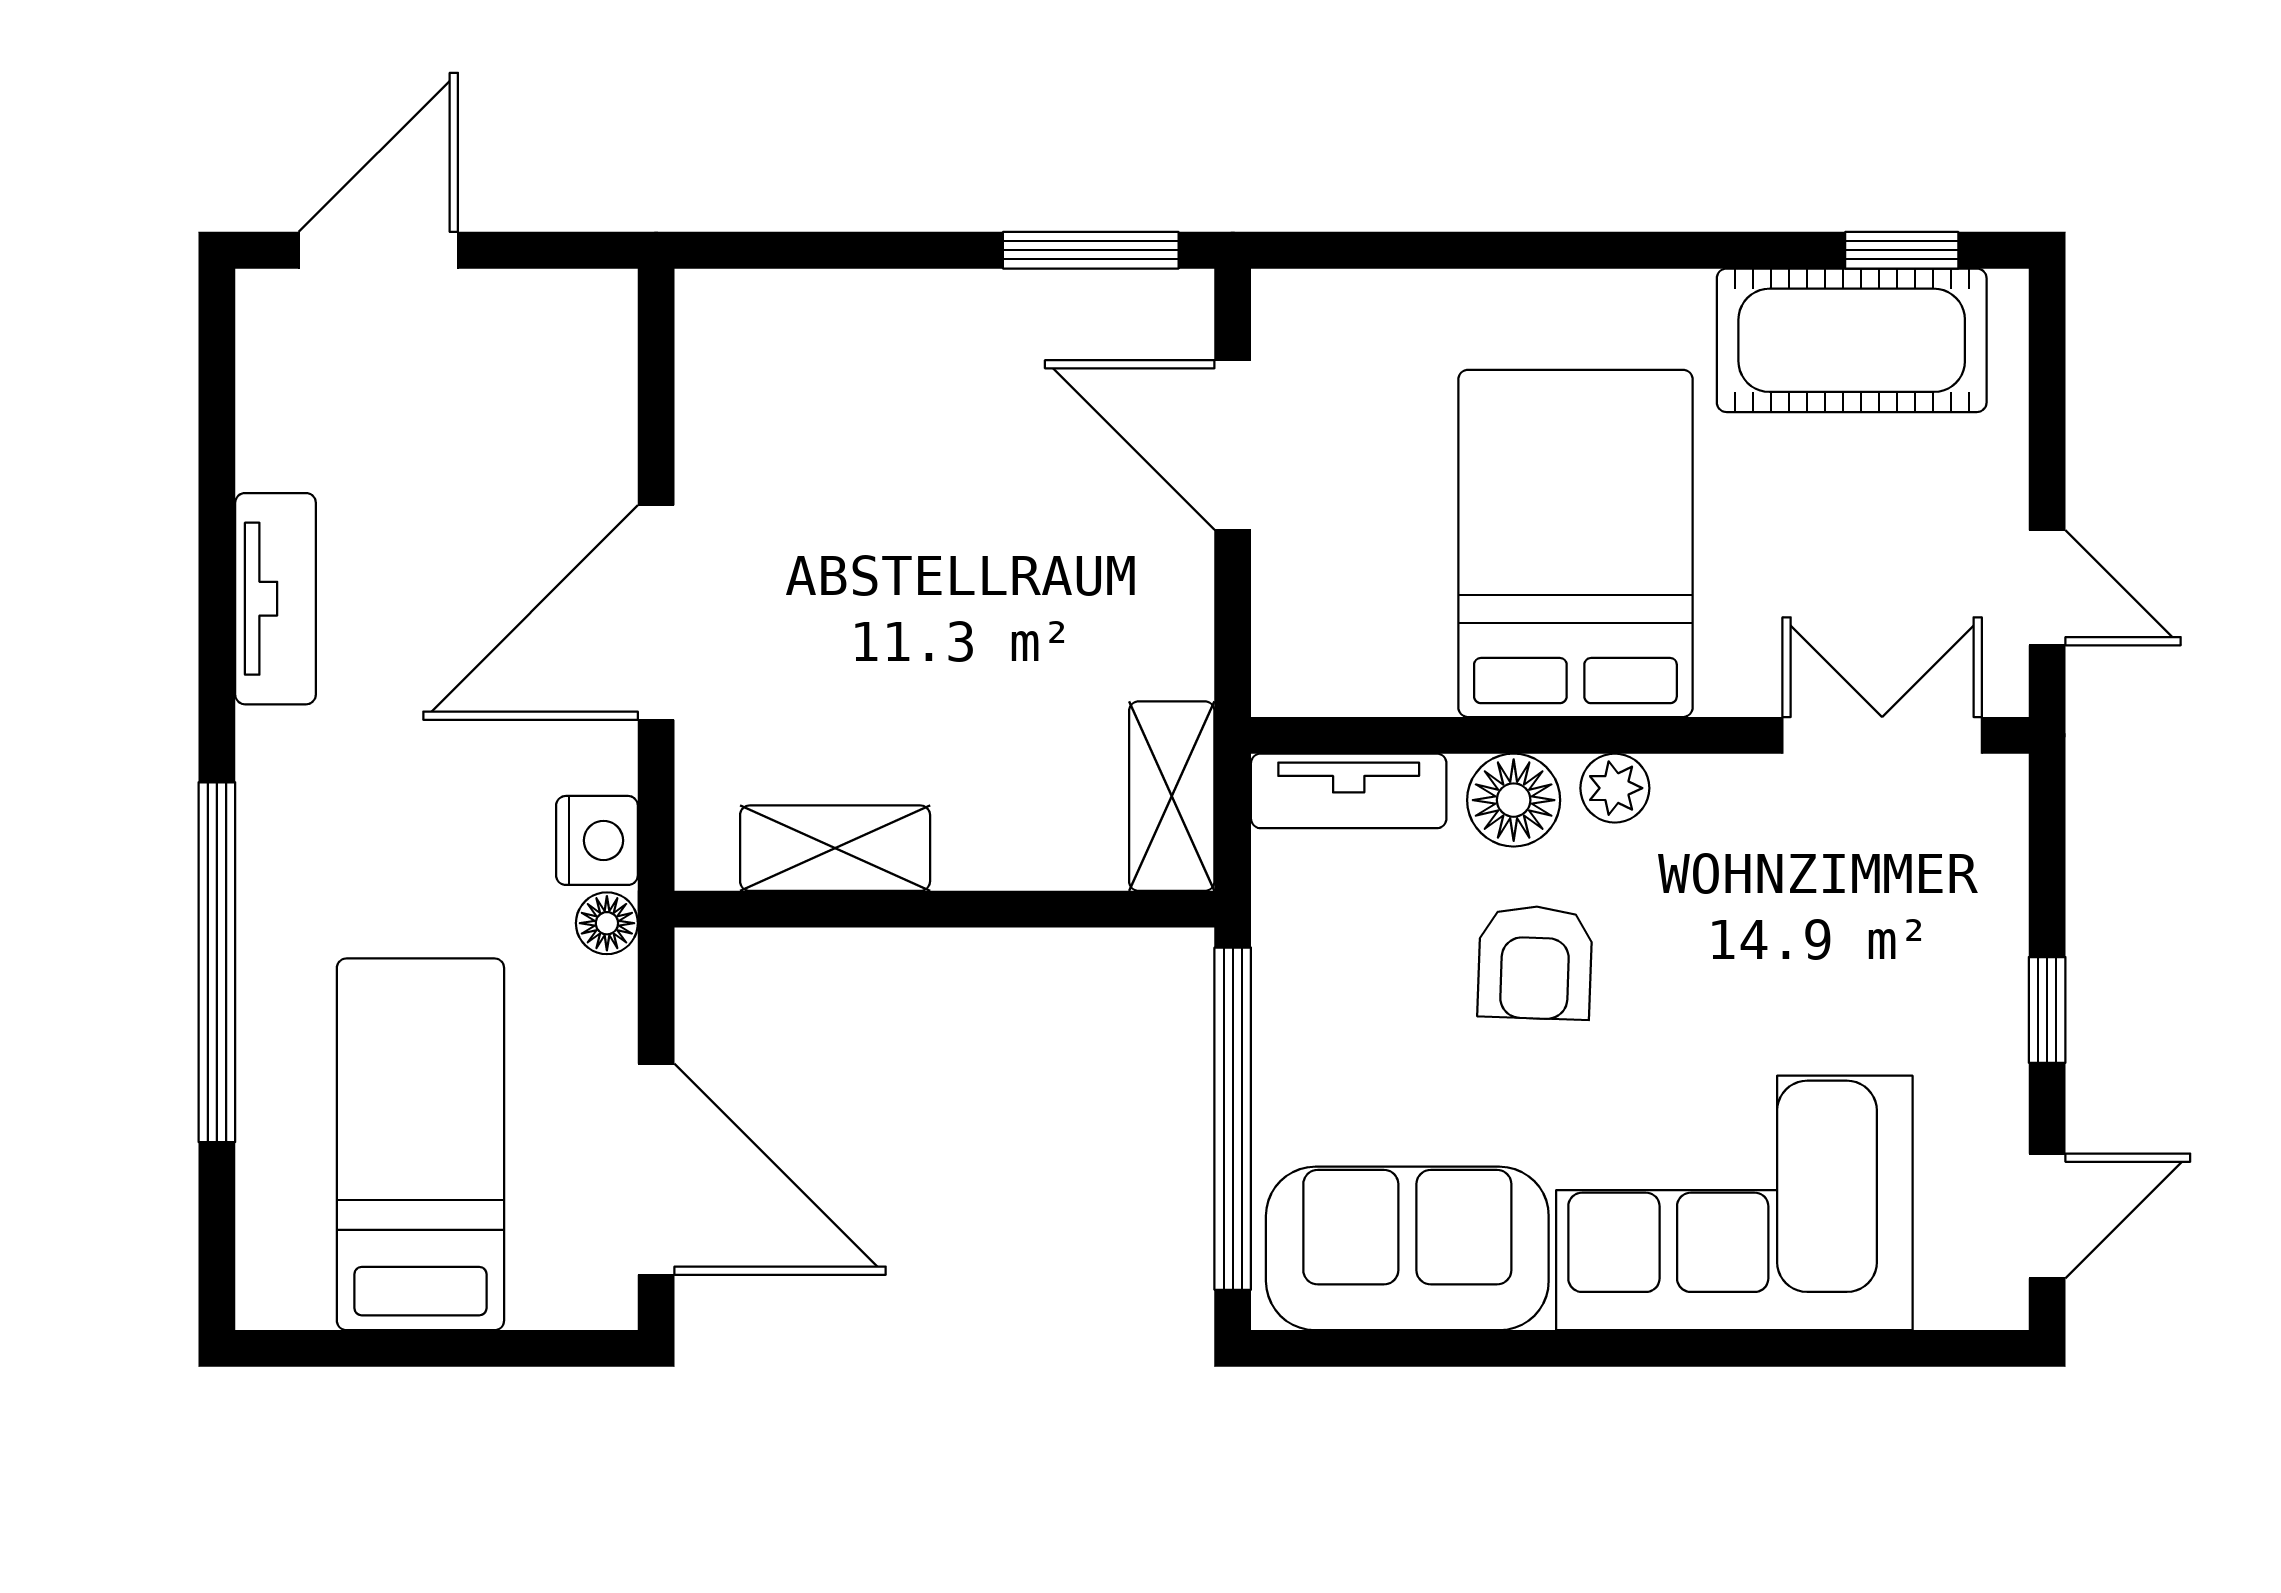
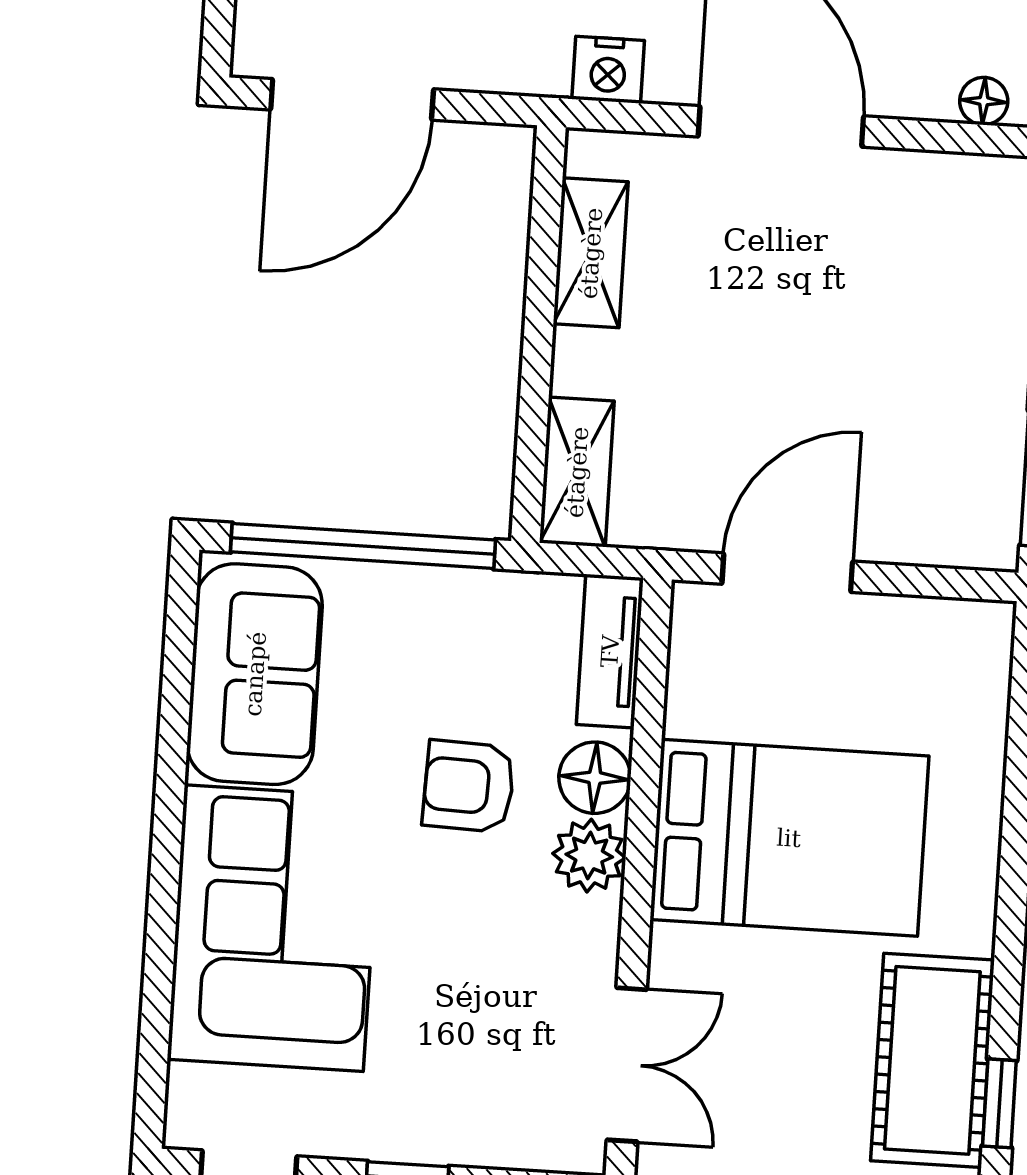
door: (1233, 445) -> (787, 573), moved
plant: (1615, 788) -> (589, 856), width x1.38, depth x1.38
shelving: (1172, 796) -> (577, 472), moved, turned 90
floor lamp: (607, 923) -> (984, 101), moved

